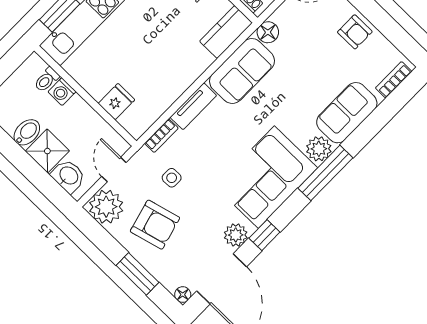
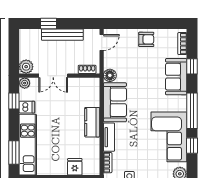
kitchen counter: (226, 32) -> (92, 122), moved
window: (378, 119) -> (192, 66), added
plant: (319, 149) -> (179, 103), removed
window: (264, 235) -> (192, 146), moved

